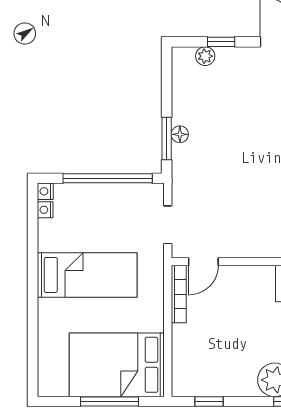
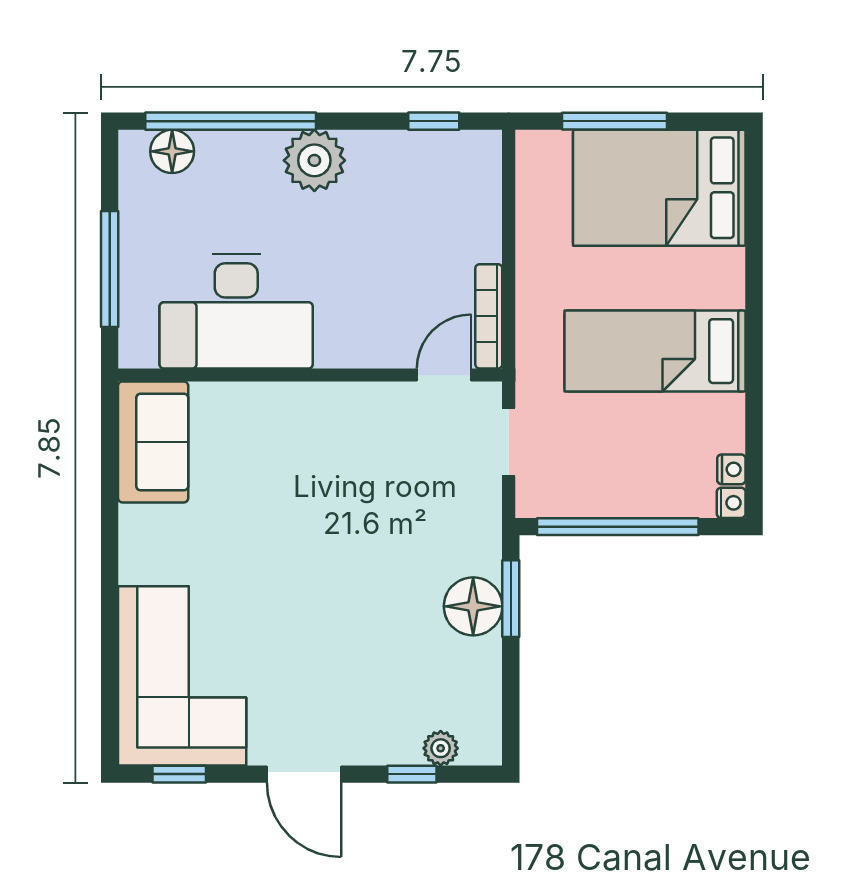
floor lamp: (180, 134) -> (473, 606), width x1.89, depth x1.89
bed: (117, 365) -> (659, 188), moved, turned 180

